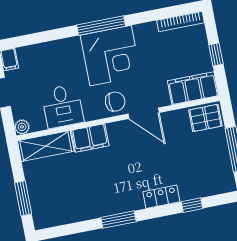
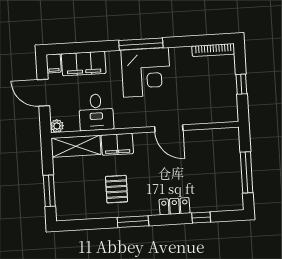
filing cabinet: (193, 88) -> (84, 64), moved, turned 180
chair: (115, 102) -> (144, 114), removed
pallet: (205, 118) -> (117, 189), moved, turned 90

